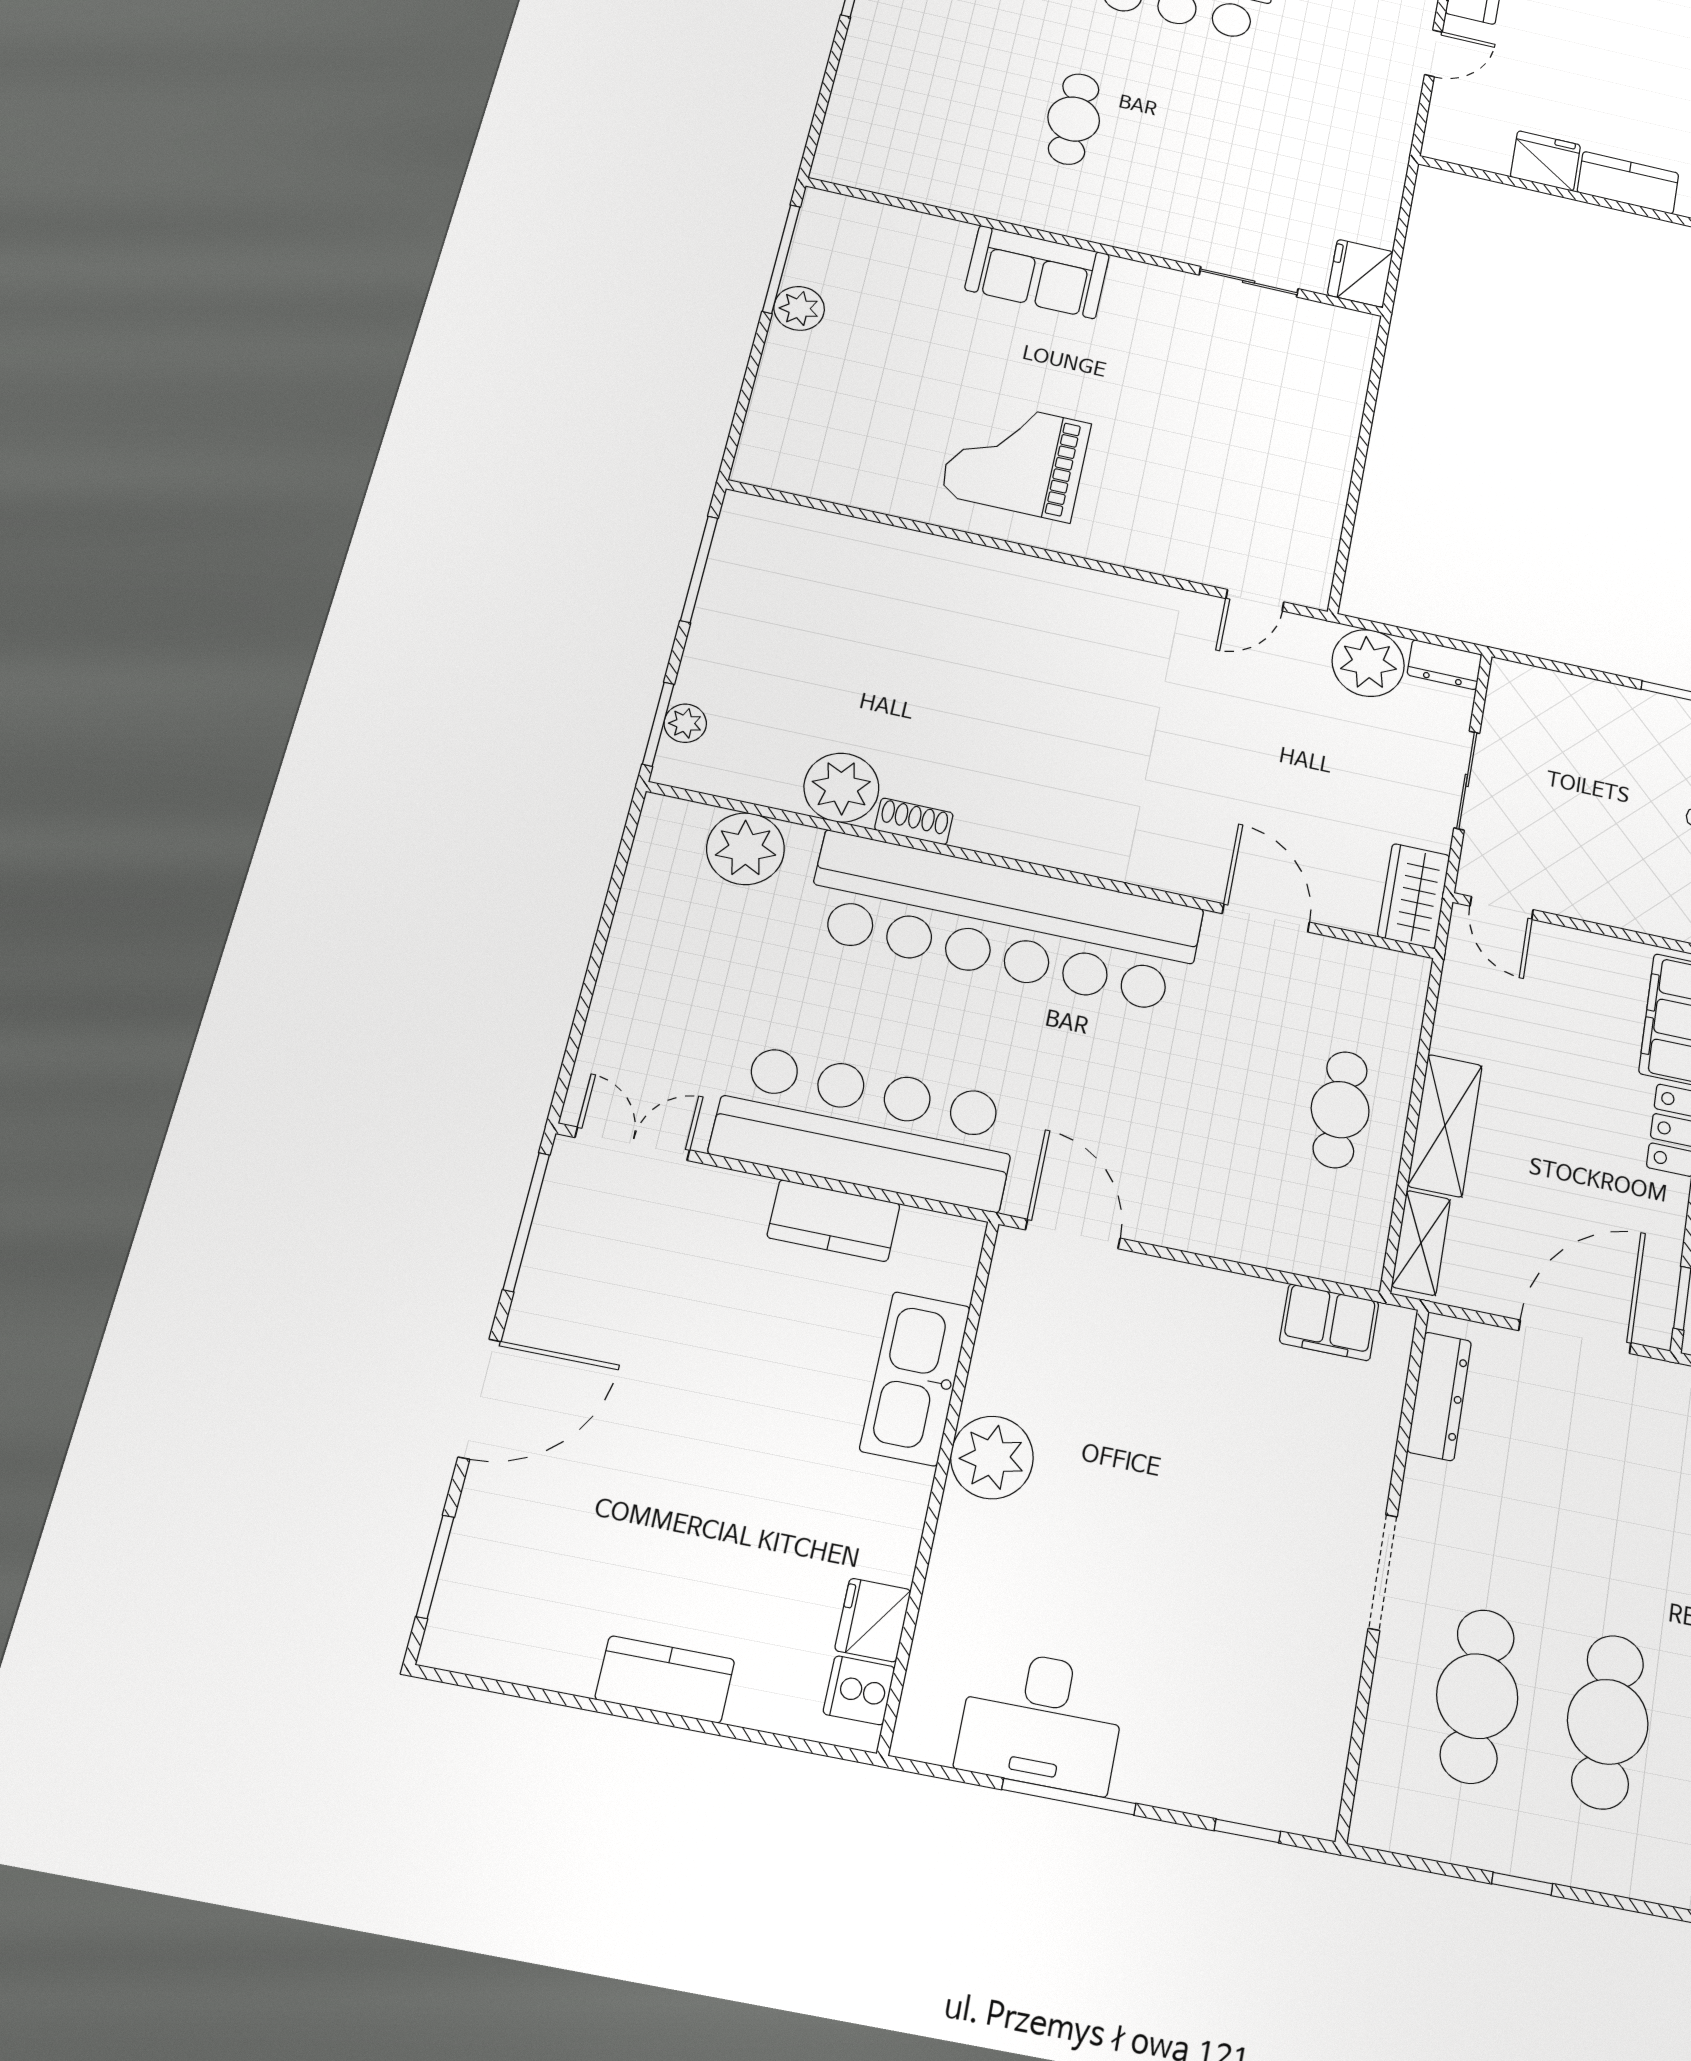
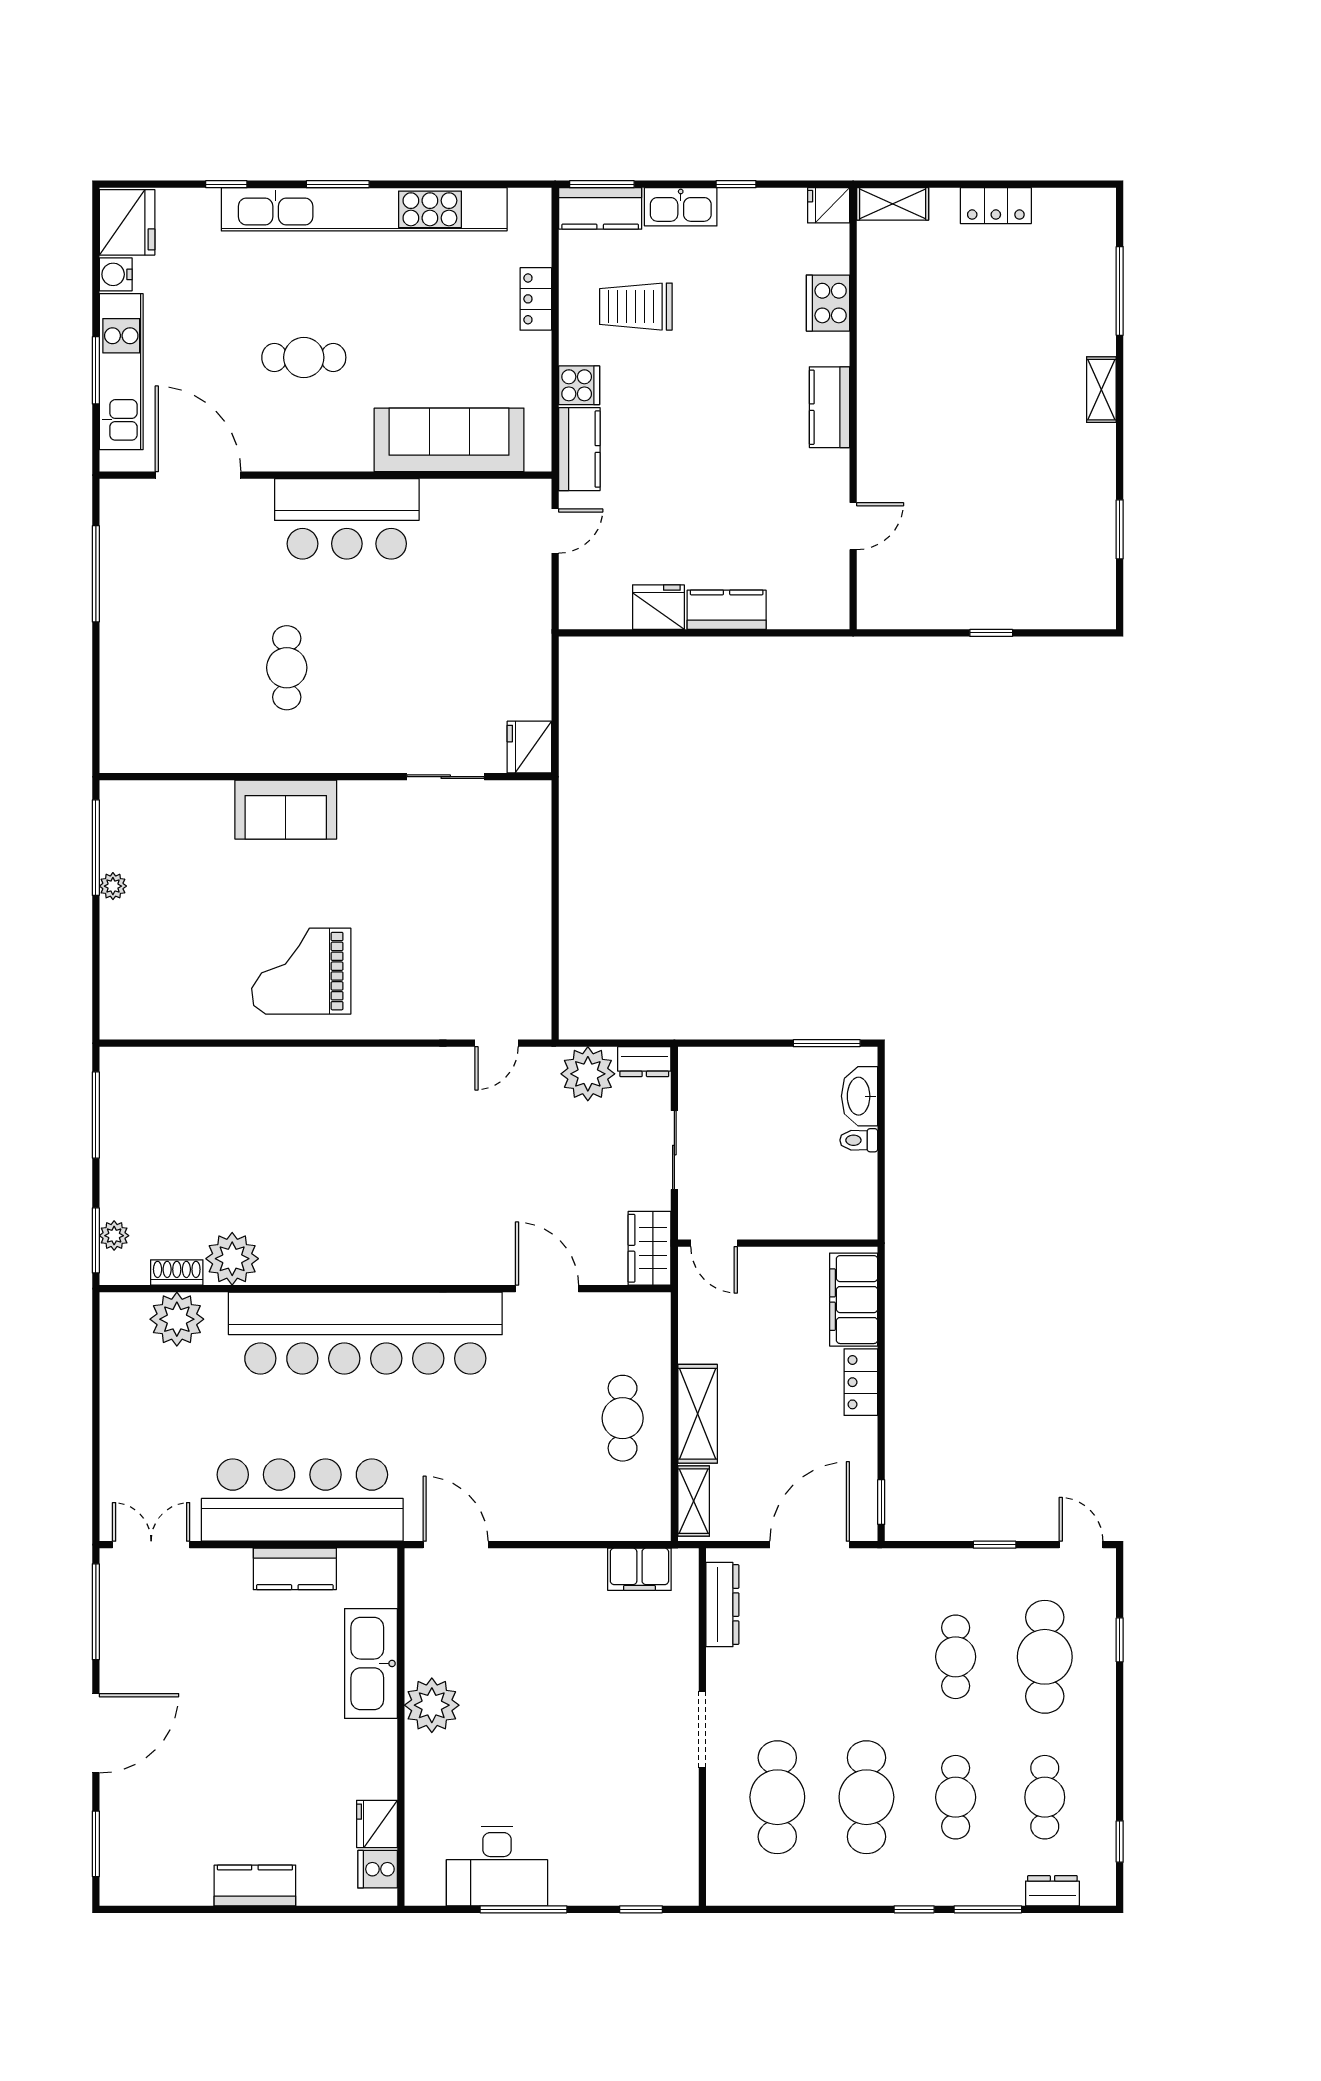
plant: (799, 308) -> (113, 886), width x0.73, depth x0.73
shoe rack: (914, 821) -> (177, 1272), moved
window: (1522, 1884) -> (914, 1909), moved

